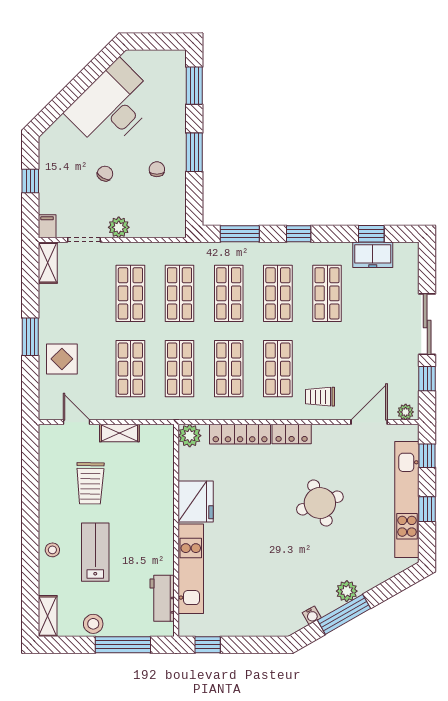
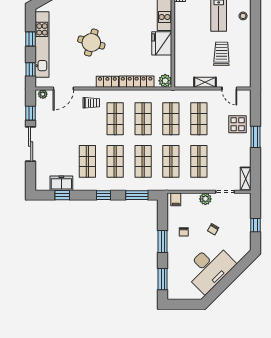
filing cabinet: (47, 226) -> (176, 199), moved
round table: (320, 503) -> (91, 43), turned 37

